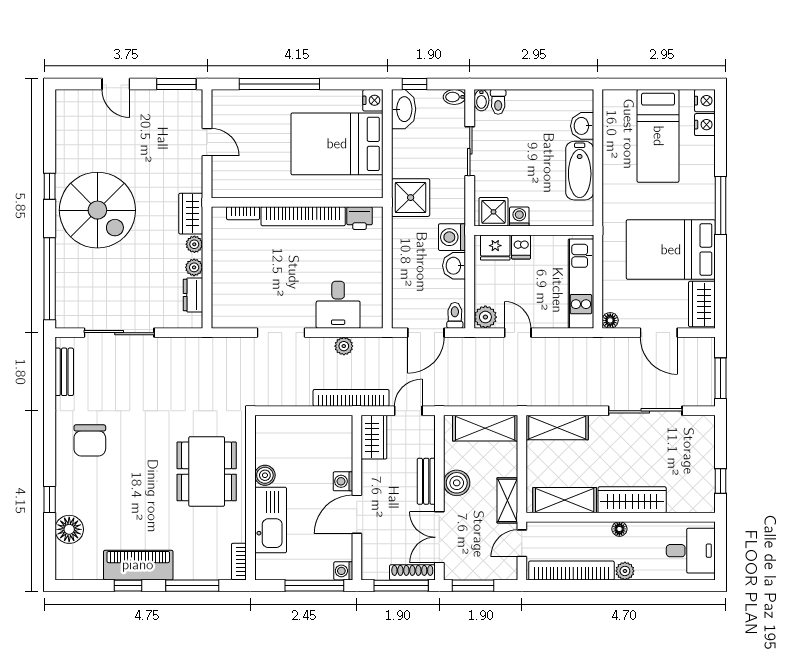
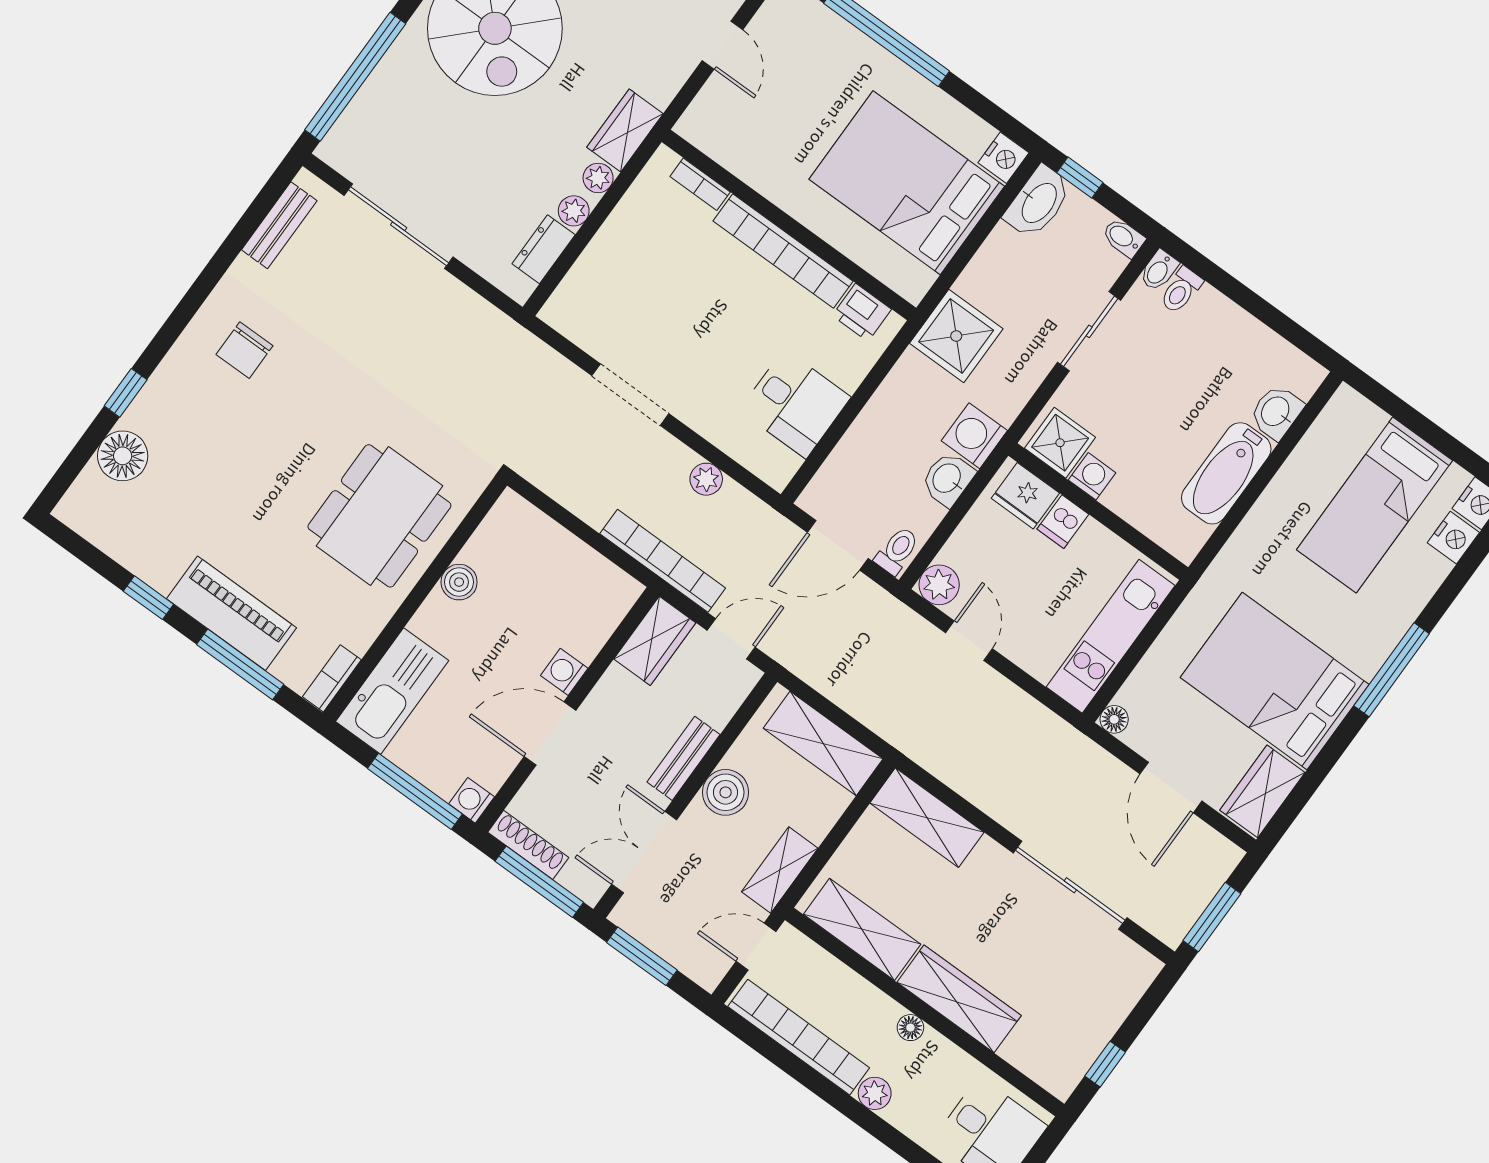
desk: (338, 305) -> (795, 404), moved, turned -90
chair: (90, 440) -> (244, 350), width x0.73, depth x0.73
kitchen sink: (271, 520) -> (392, 691), moved
piano: (138, 565) -> (231, 613), moved
shoe rack: (412, 572) -> (528, 845), moved

